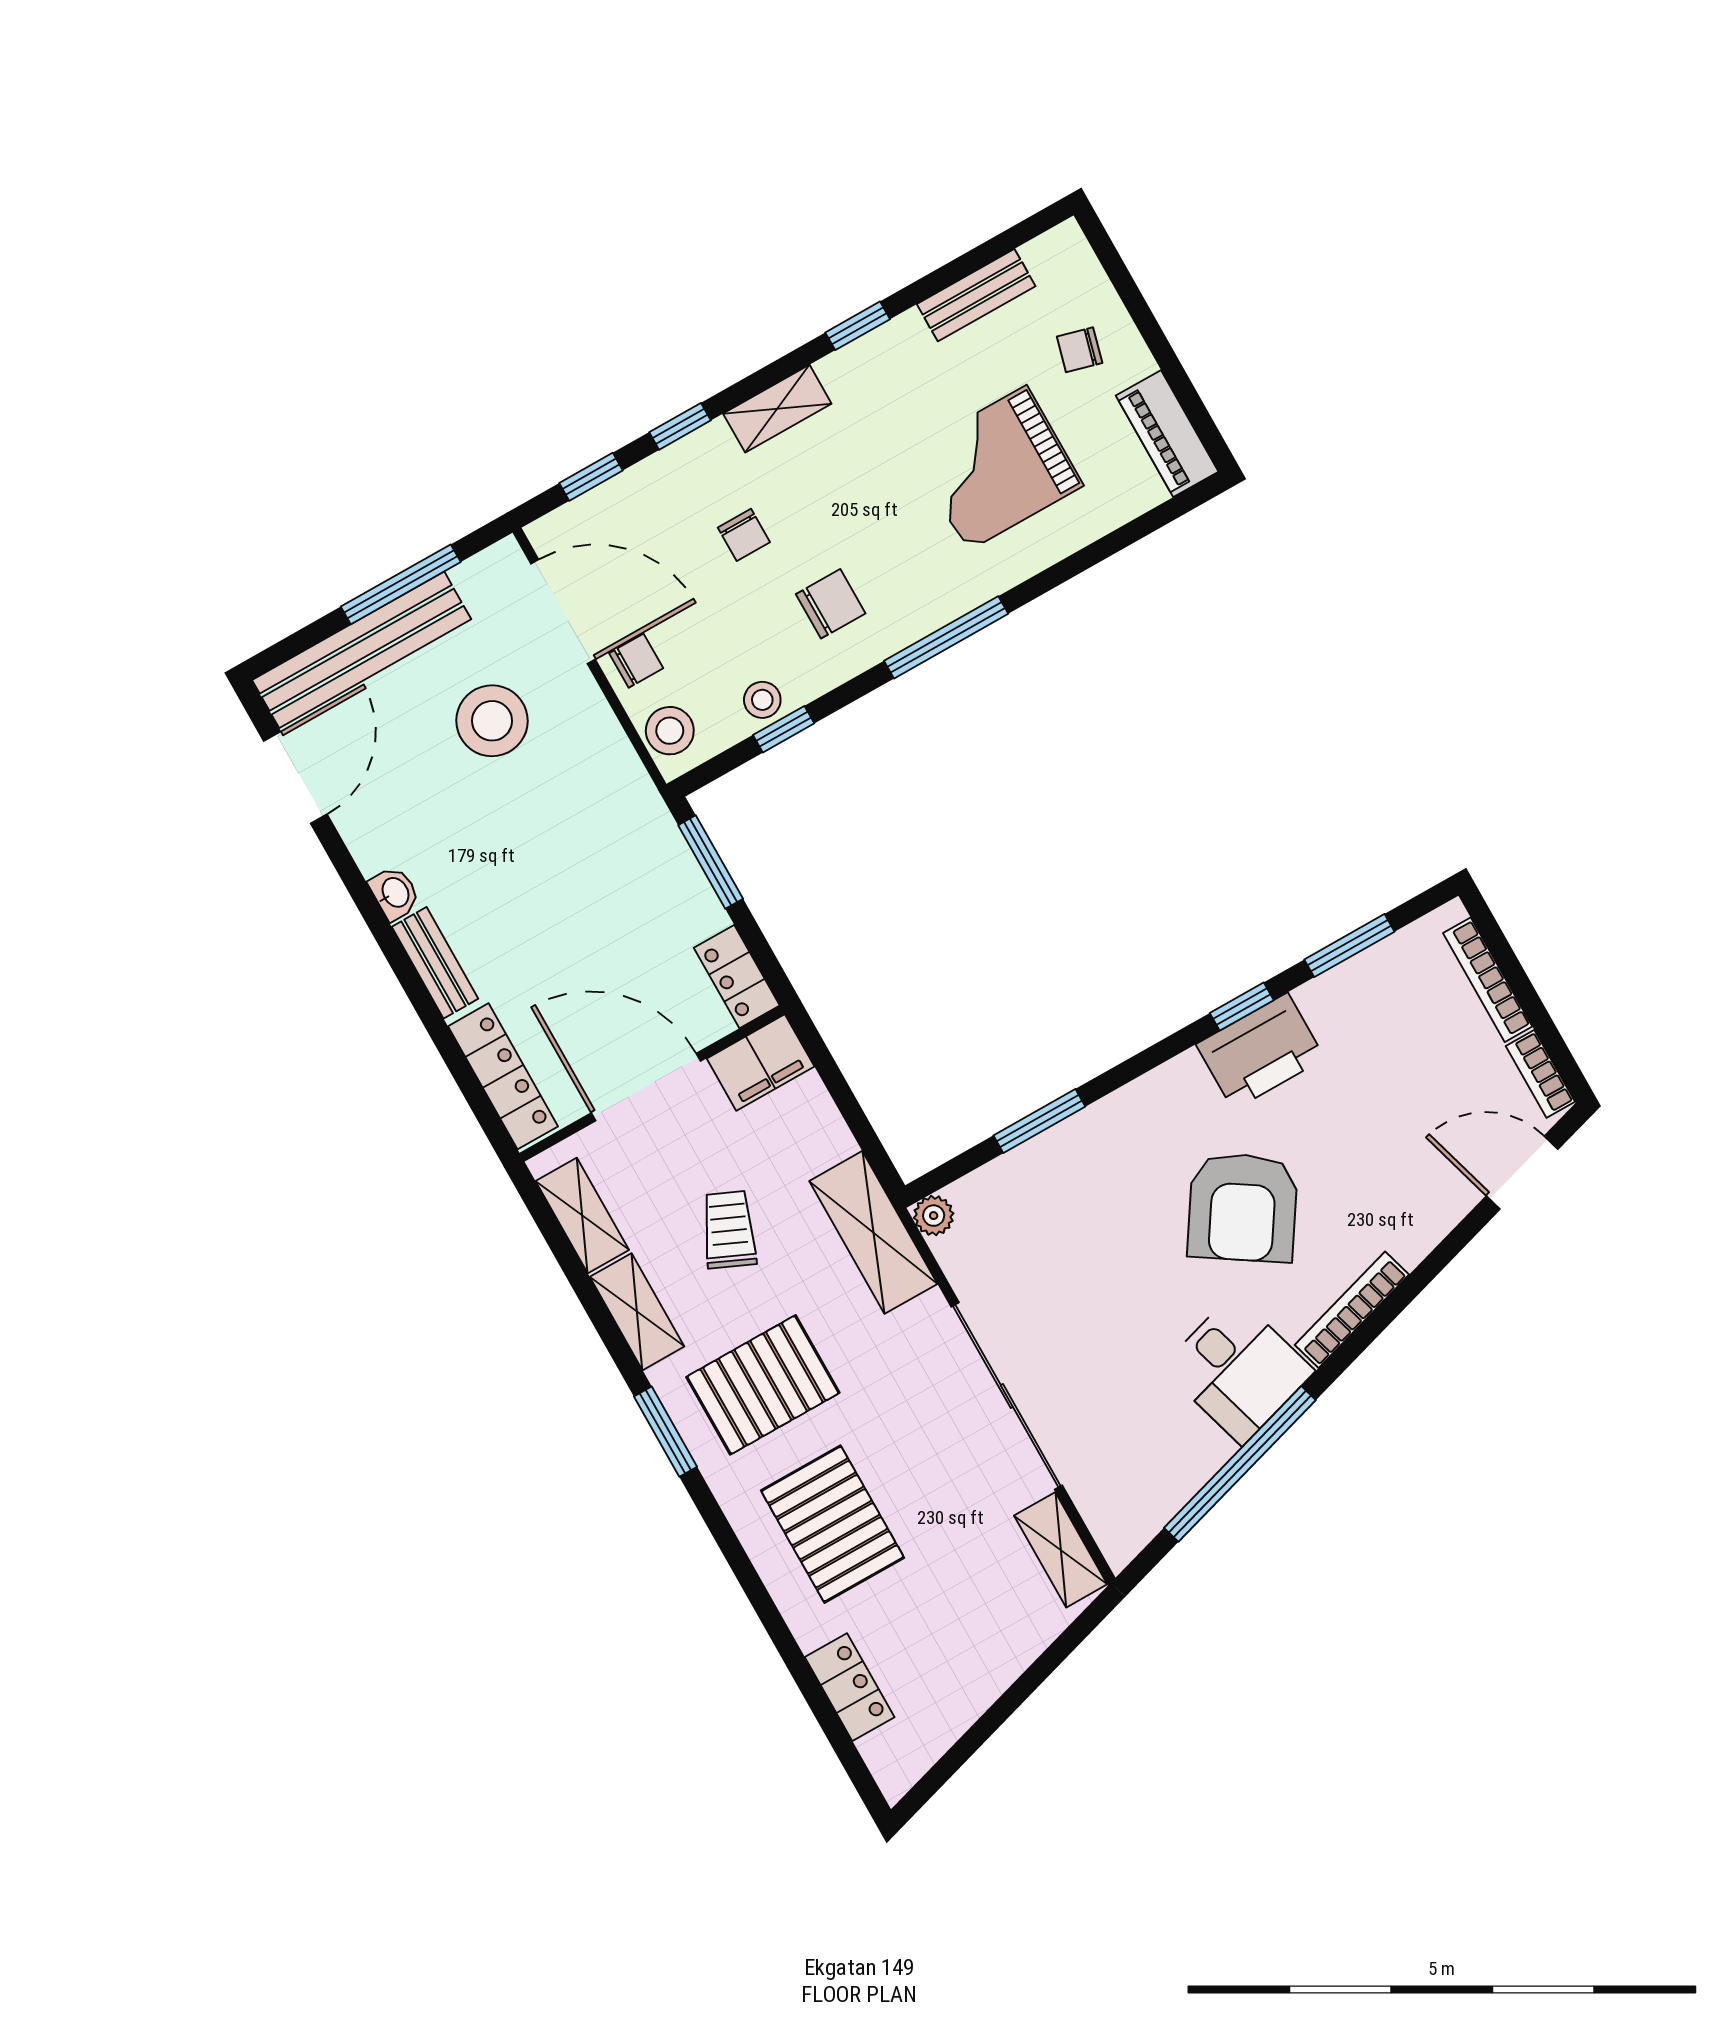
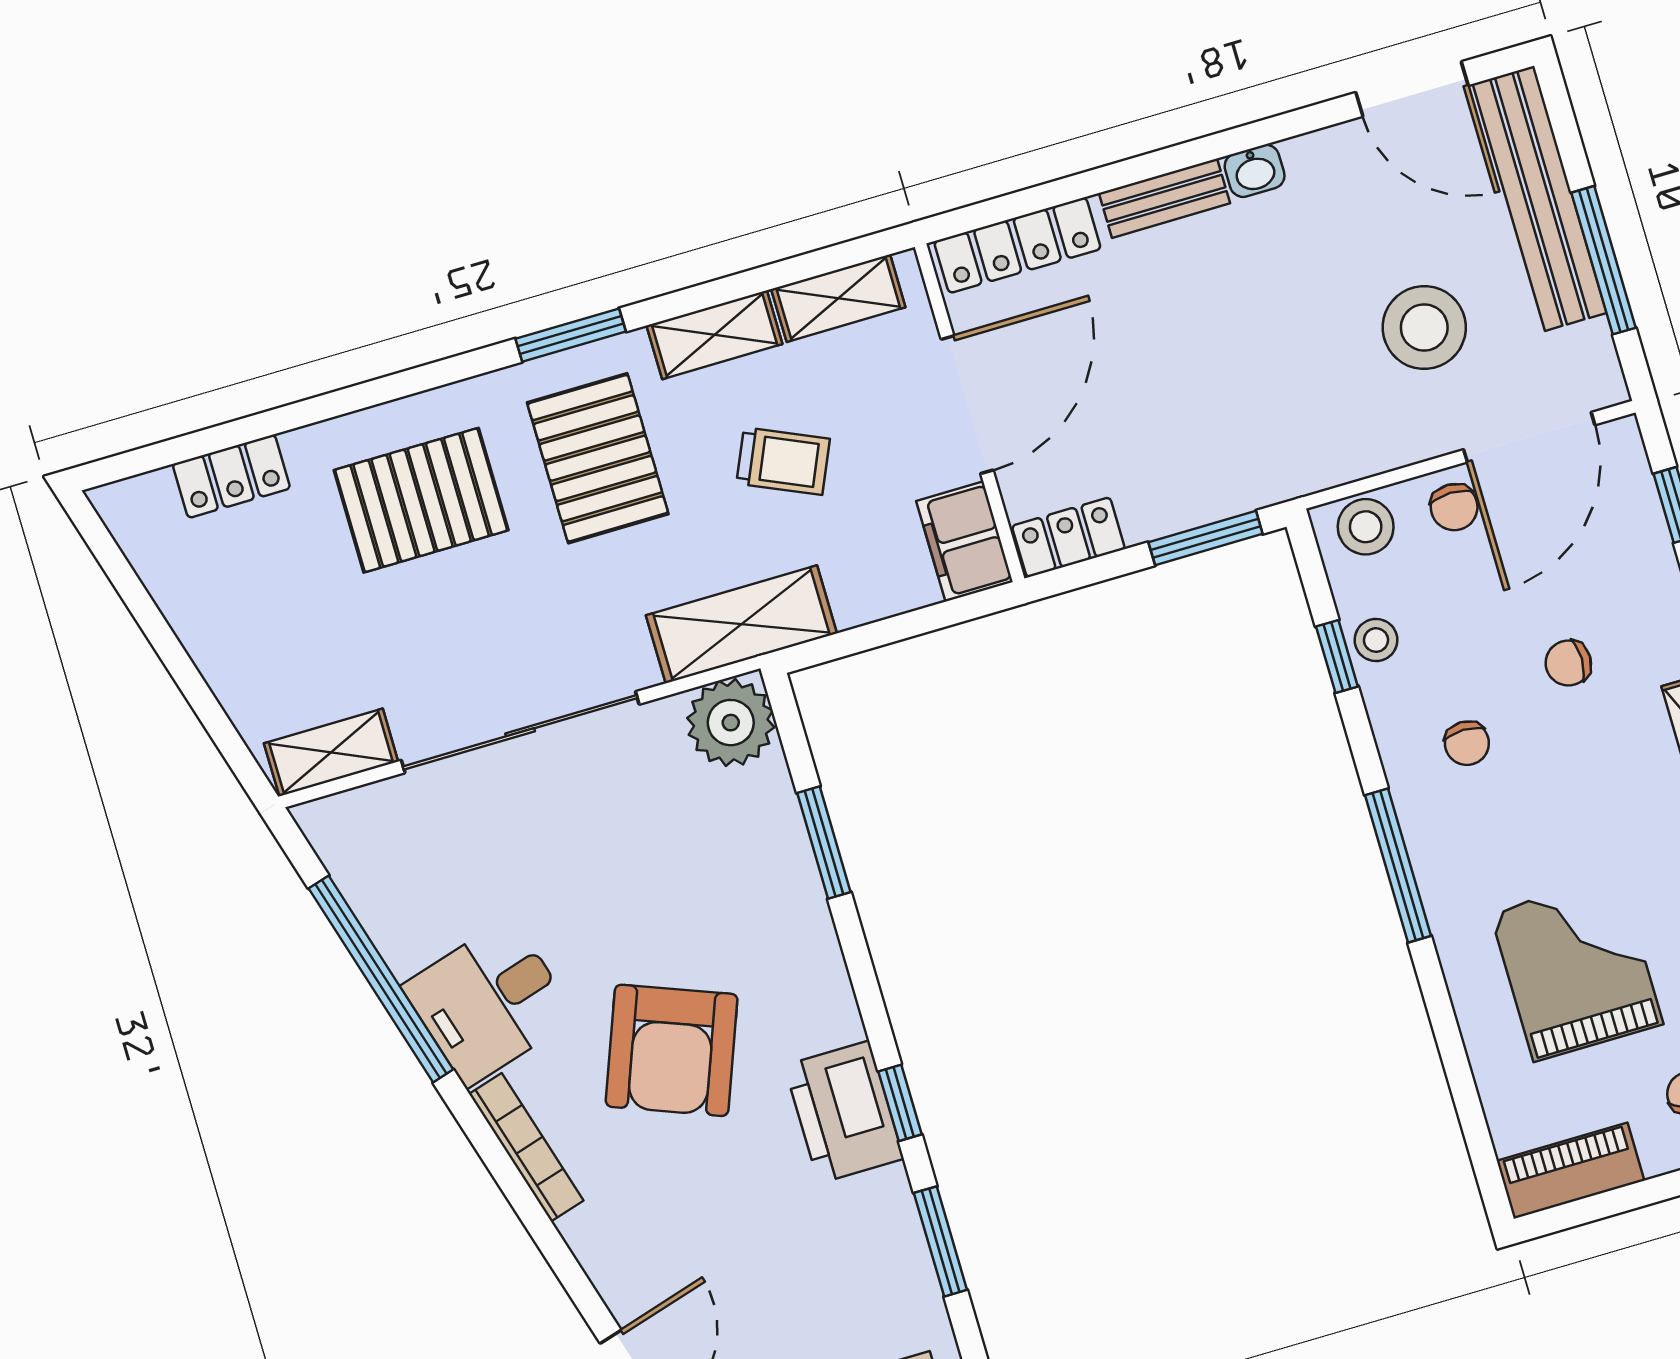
chair: (831, 604) -> (1467, 743), width x0.73, depth x0.73
armchair: (1243, 1207) -> (672, 1050), turned -102
plant: (934, 1216) -> (731, 723), width x1.88, depth x1.88

